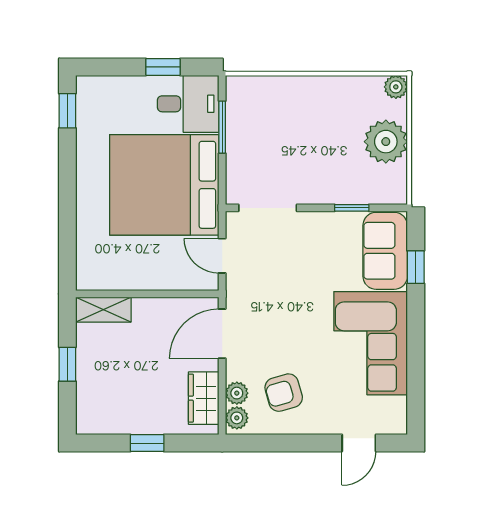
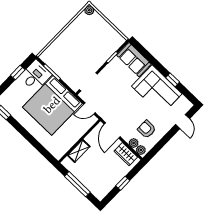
plant: (386, 142) -> (102, 29), removed
window: (416, 267) -> (173, 80), moved
shelving: (103, 310) -> (79, 151), moved
window: (67, 364) -> (77, 184), width x2.17
armchair: (284, 393) -> (147, 129), turned 106

